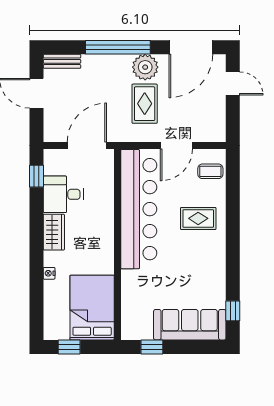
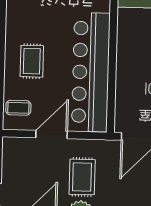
rug: (198, 218) -> (32, 61), turned 90

